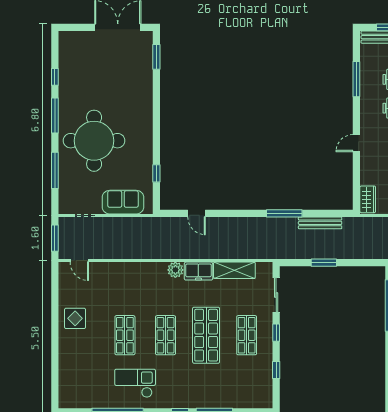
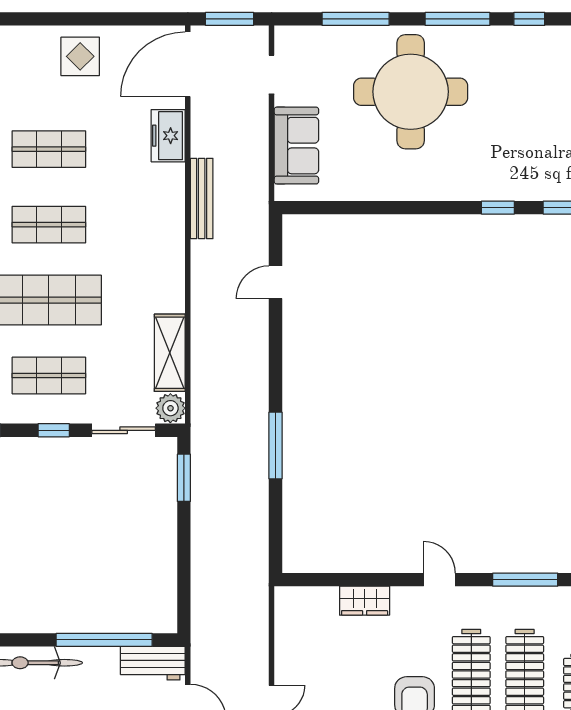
door: (356, 143) -> (439, 580), moved
window: (156, 173) -> (498, 208), moved
wardrobe: (368, 199) -> (365, 601), moved
bench: (320, 223) -> (202, 198), moved
door: (79, 261) -> (188, 64), width x1.88
window: (324, 263) -> (184, 478), moved
plant: (175, 270) -> (170, 408), moved
freezer: (198, 271) -> (168, 136), moved

